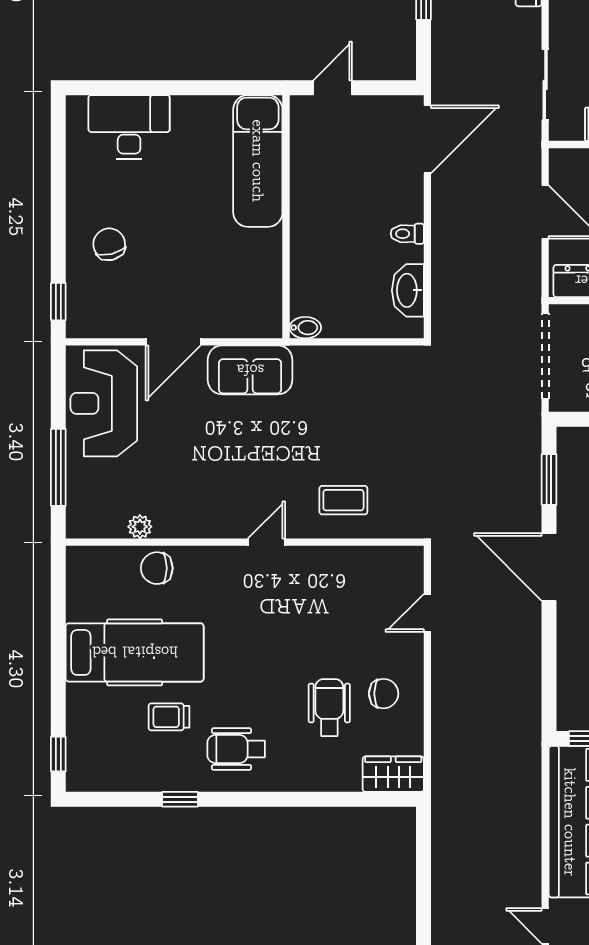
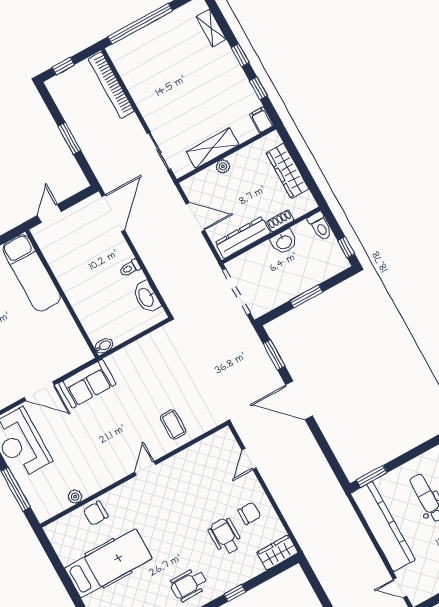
door: (173, 342) -> (39, 391), hinge flipped
coffee table: (343, 500) -> (173, 425), turned 90
trolley: (169, 717) -> (145, 587), removed
window: (298, 799) -> (235, 593), added

